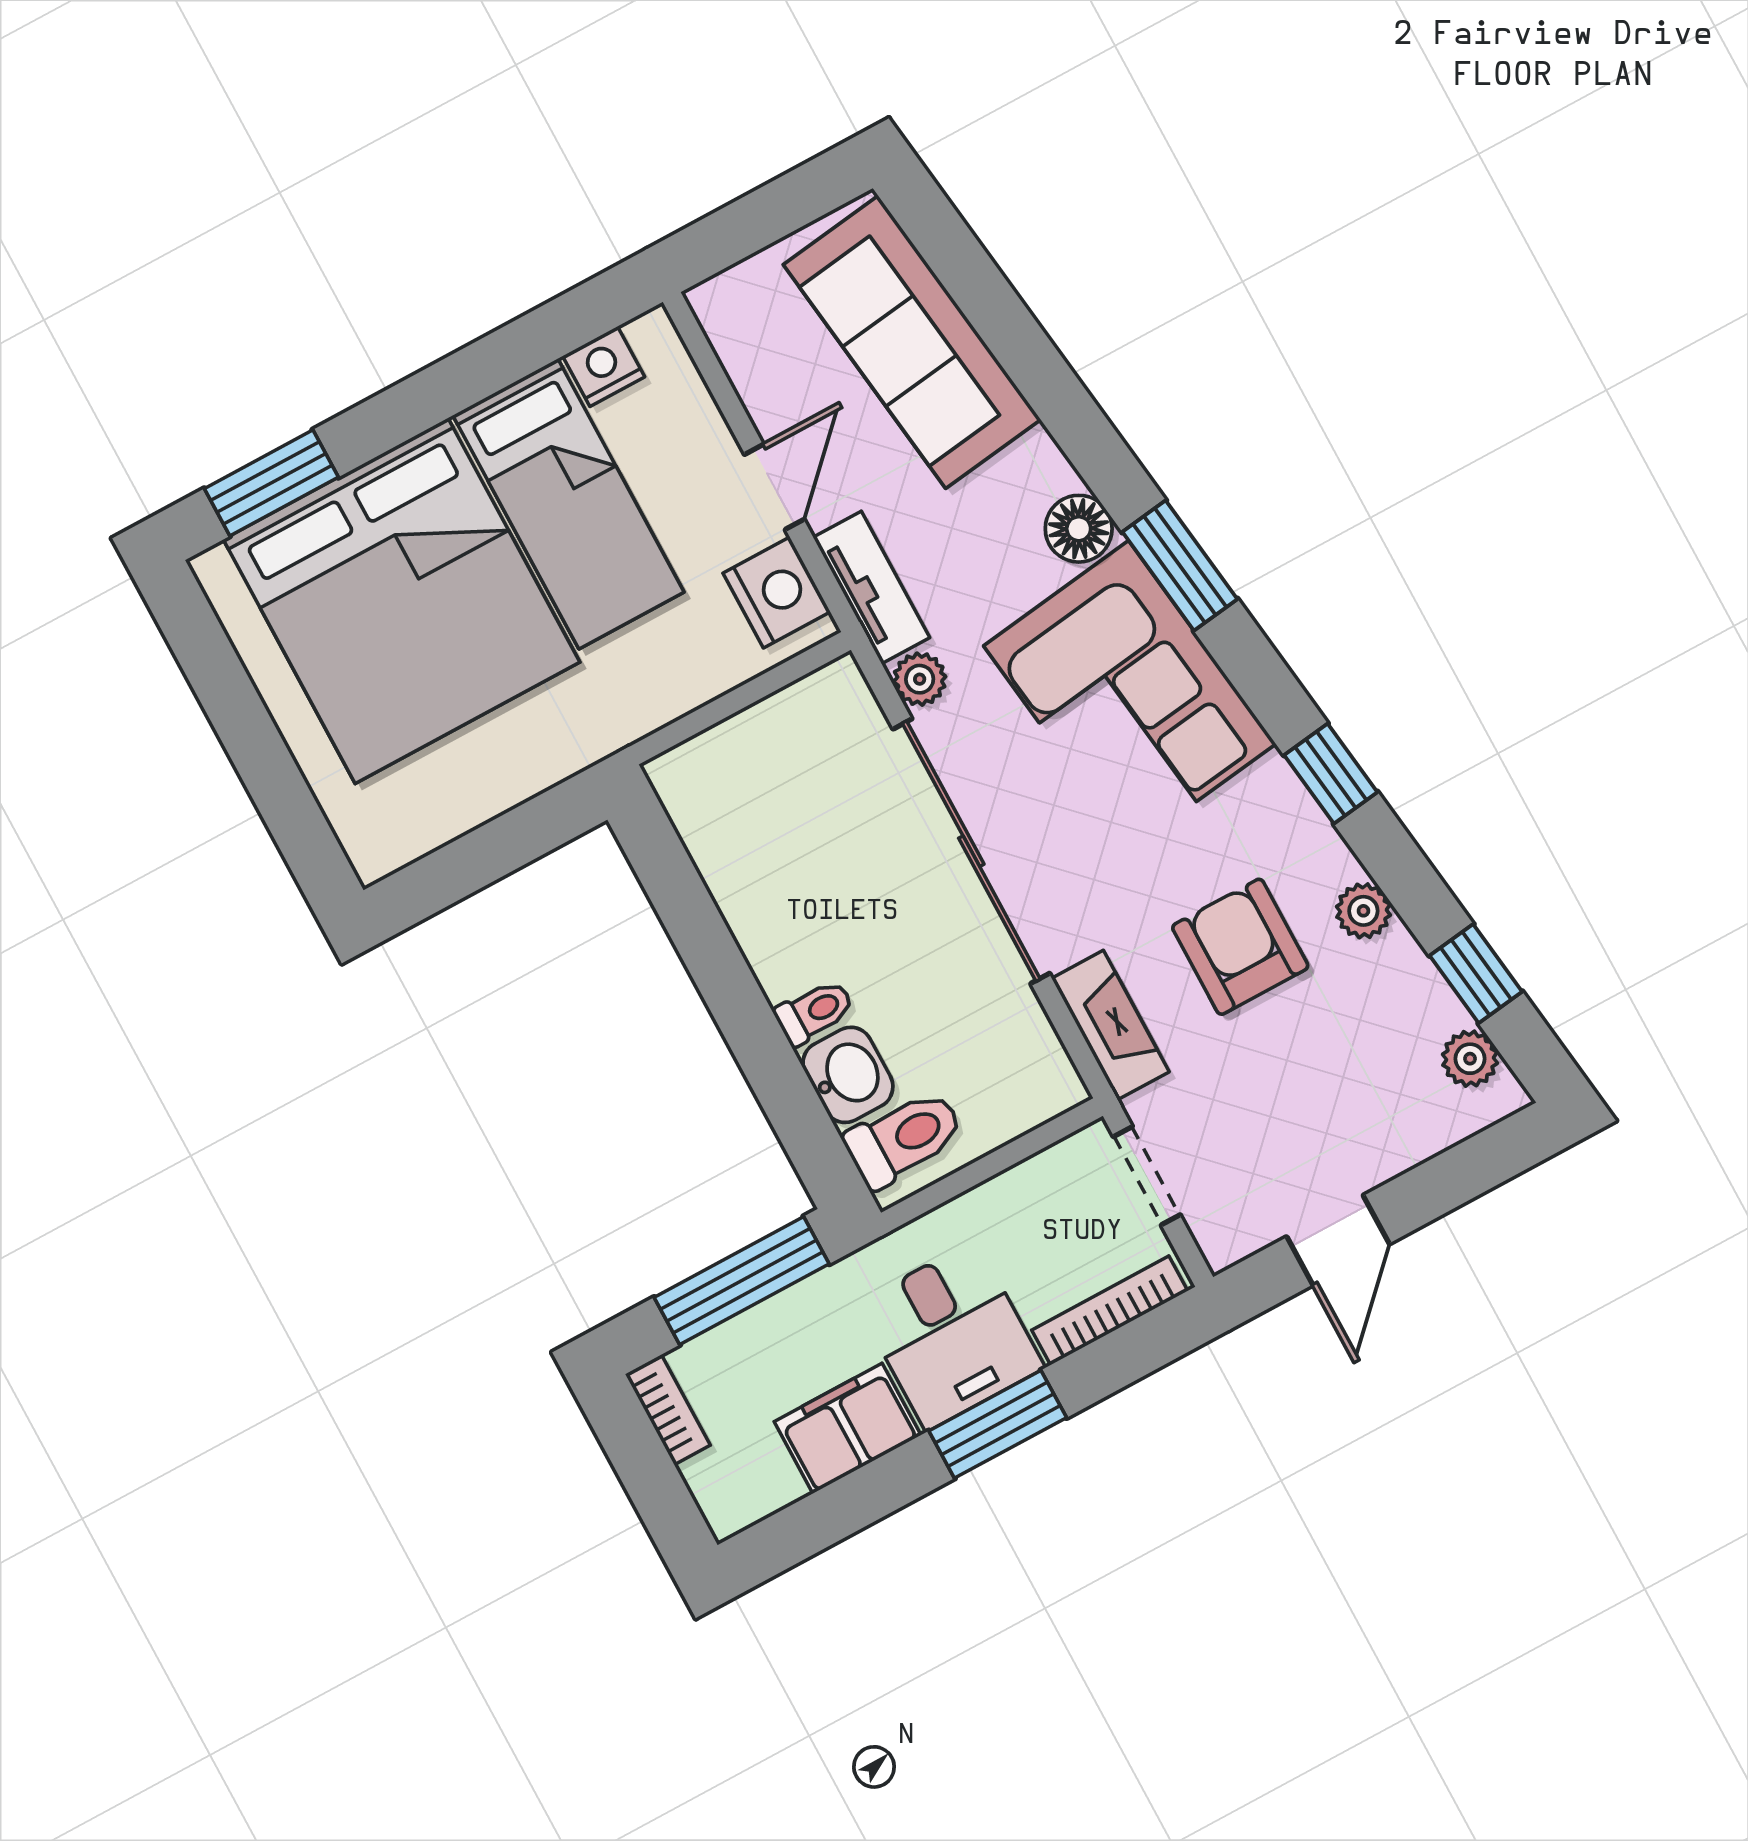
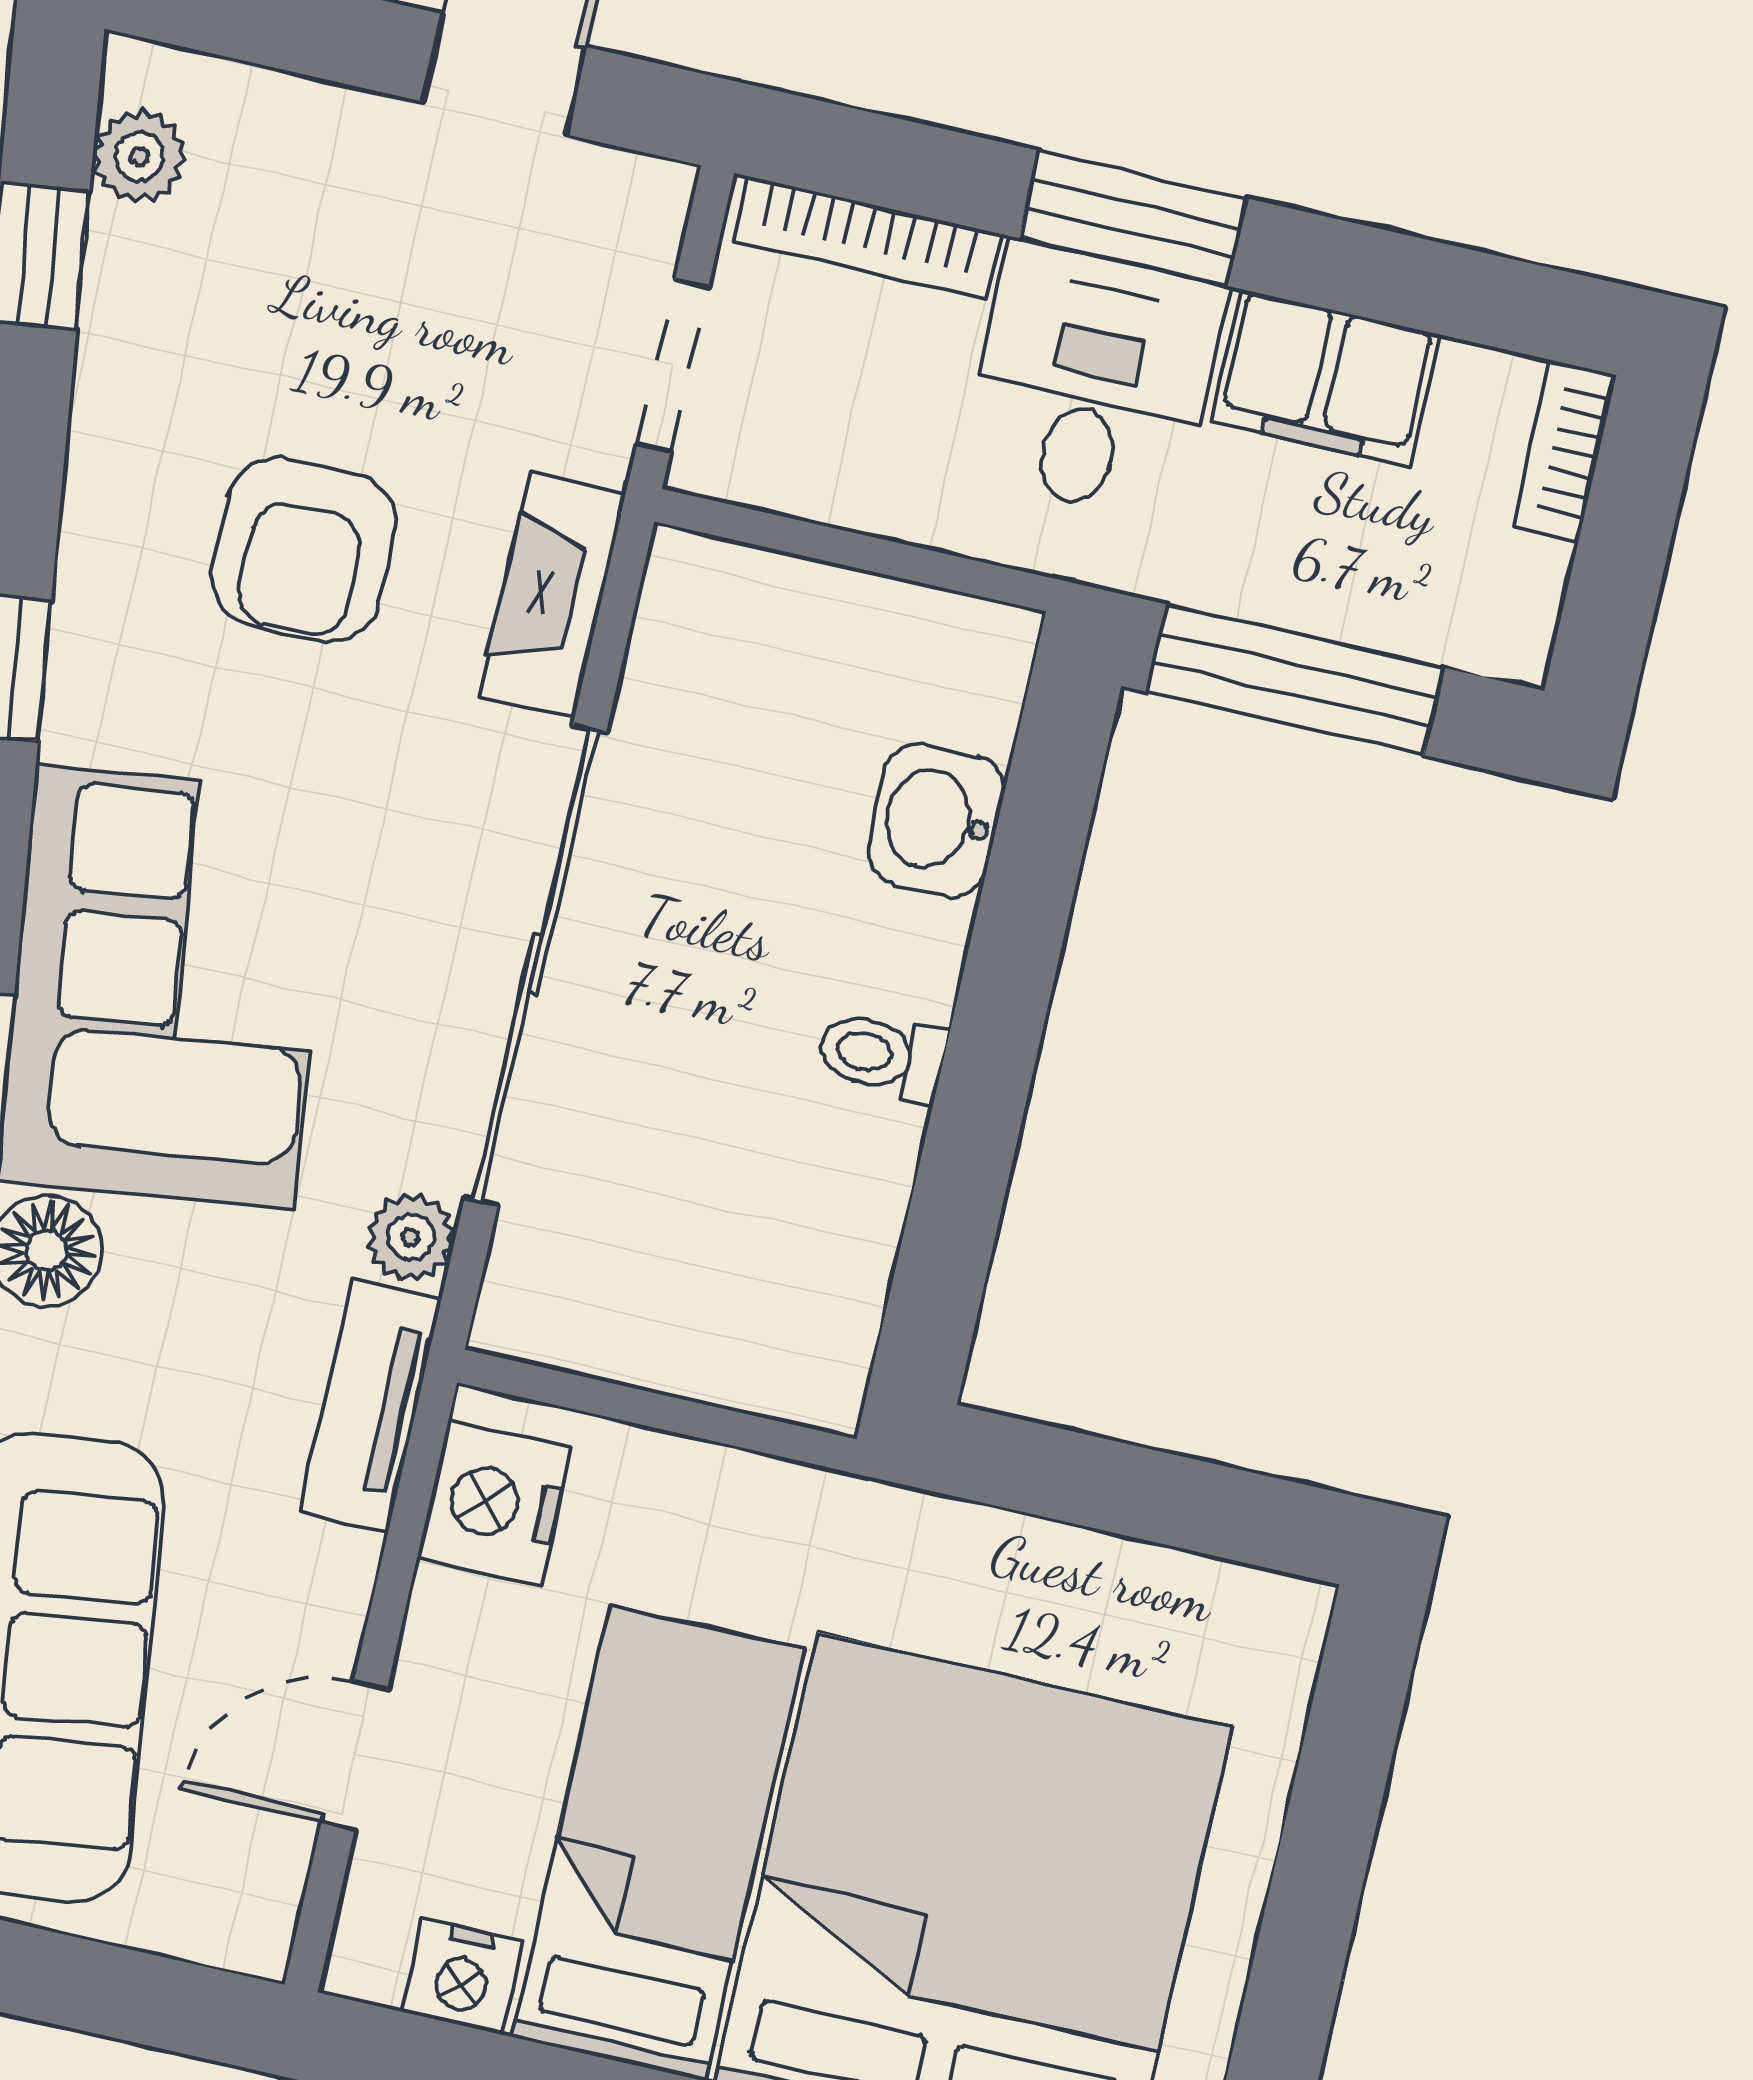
door: (774, 487) -> (354, 1756), moved
plant: (1363, 911) -> (110, 459), removed
toilet: (814, 1012) -> (882, 1055), moved
toilet: (904, 1138) -> (935, 679), removed
bookcase: (668, 1410) -> (1564, 451), moved

